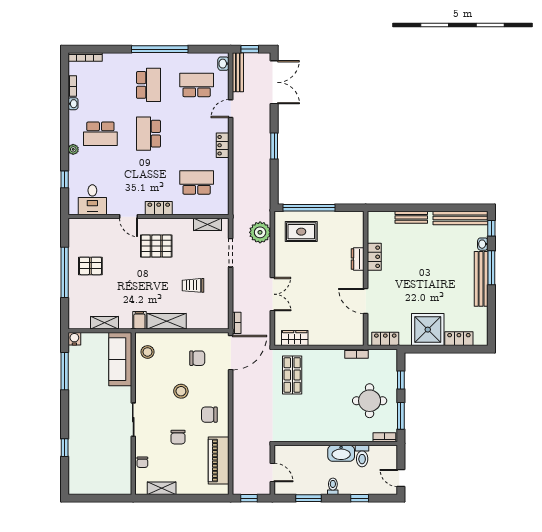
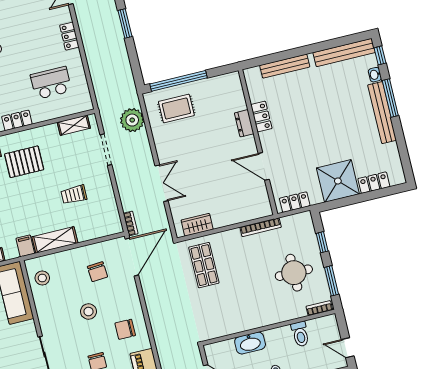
bench: (411, 217) -> (285, 66), width x1.36
bookcase: (357, 354) -> (261, 227), width x1.56
chair: (197, 358) -> (97, 272), turned 86
washbasin: (341, 453) -> (250, 343), moved

